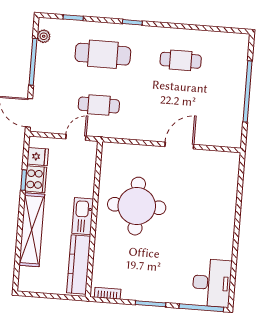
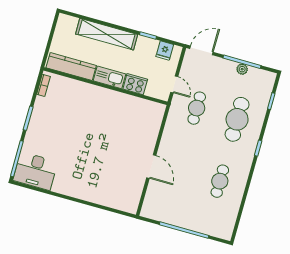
plant: (44, 36) -> (242, 69), moved
cooker: (36, 179) -> (135, 84), moved, turned 180
round table: (137, 206) -> (109, 123), removed

